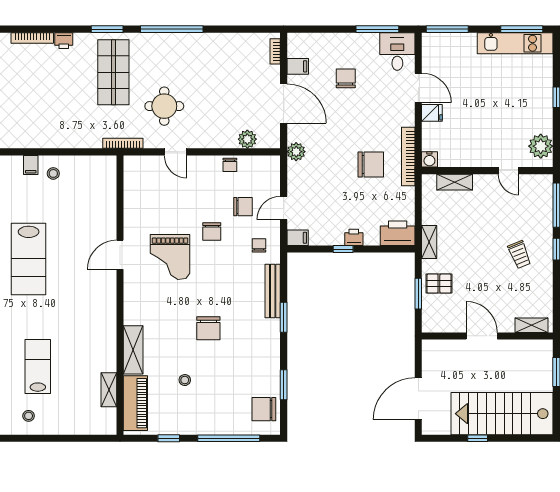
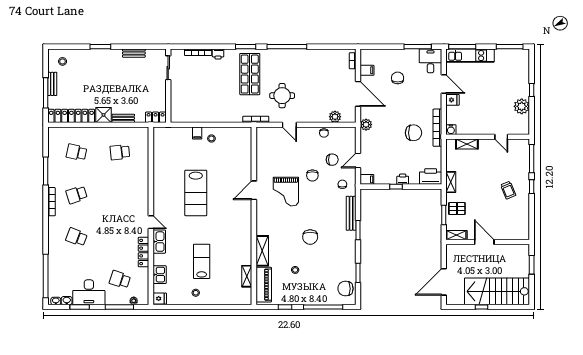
kitchen unit: (515, 43) -> (470, 56), moved
plant: (541, 146) -> (522, 106), moved
shelving: (532, 325) -> (456, 235), moved

